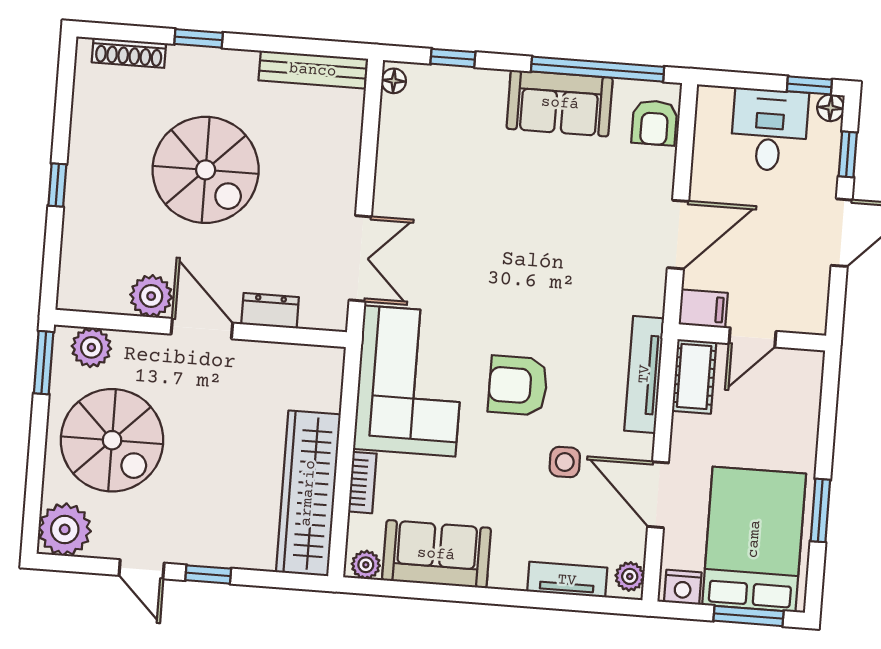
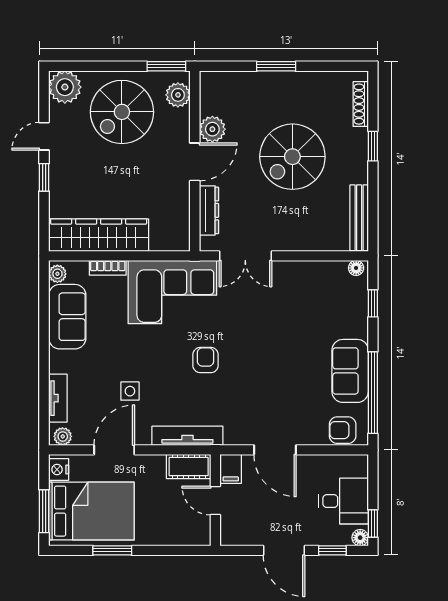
window: (57, 185) -> (276, 66), width x1.50
dresser: (270, 311) -> (209, 210), width x1.44
armchair: (518, 386) -> (206, 360), moved, width x0.72, depth x0.72

